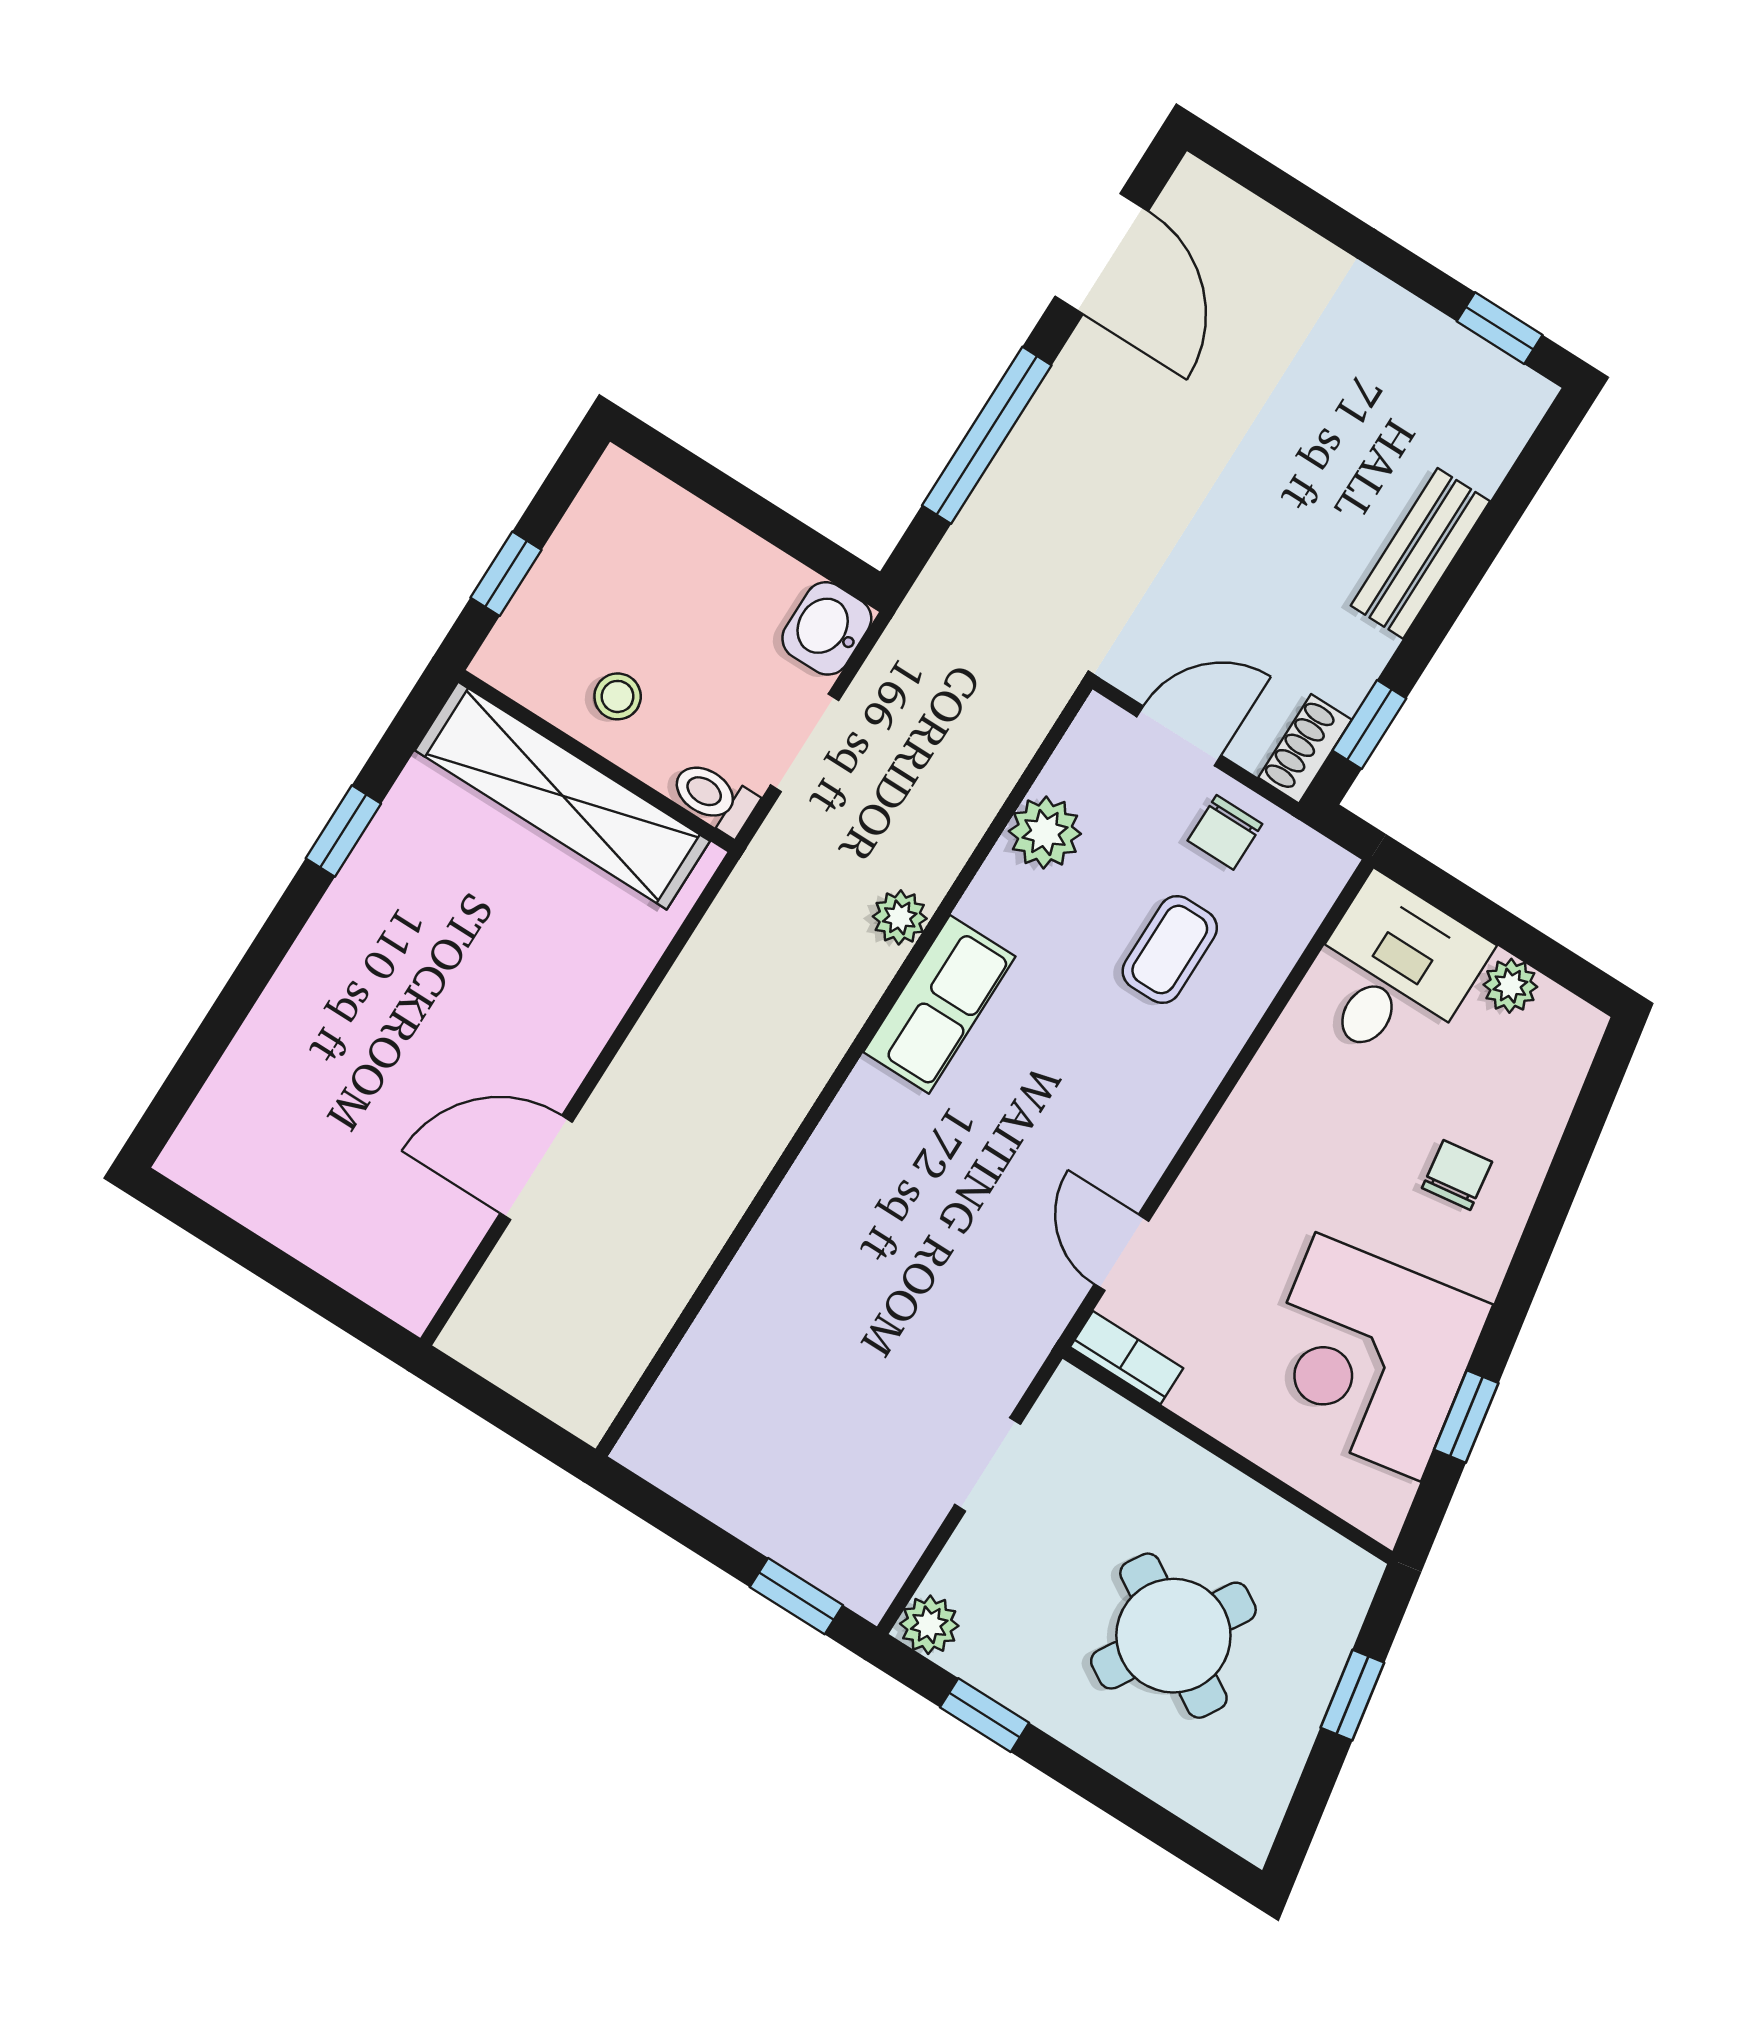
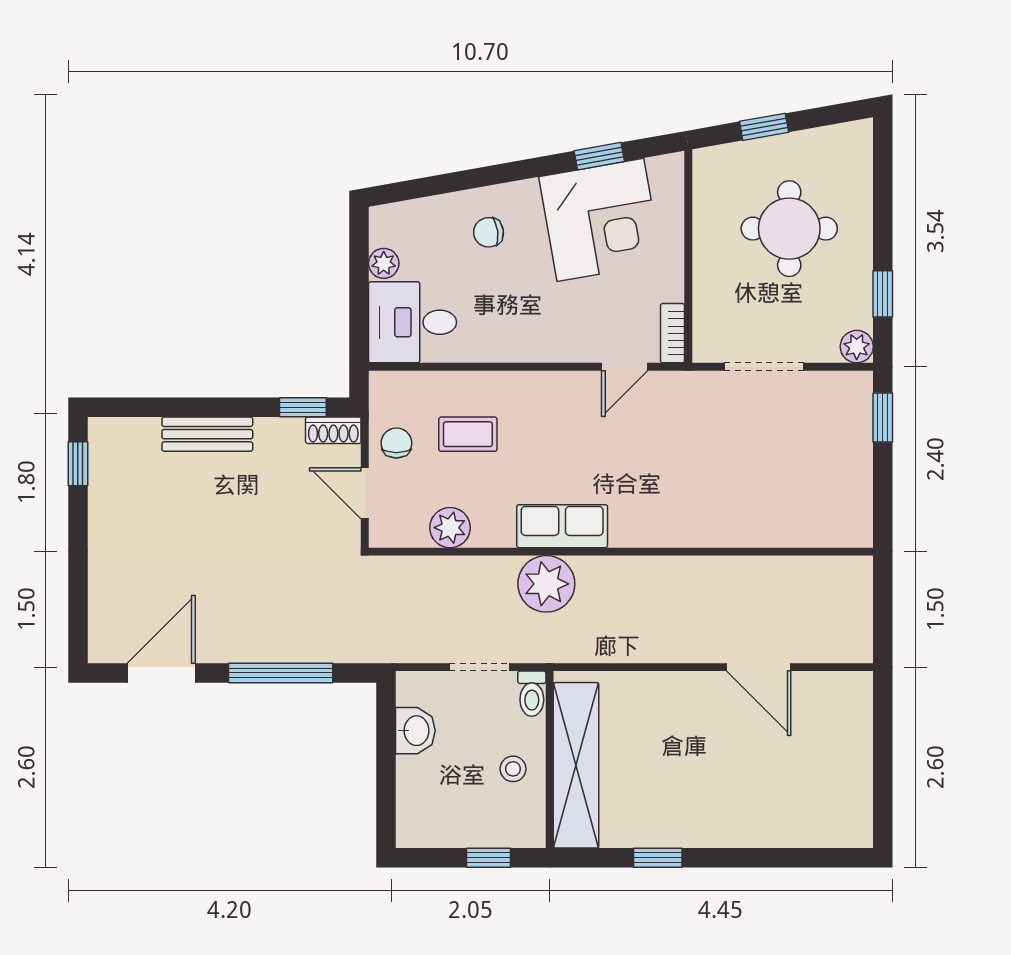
washbasin: (827, 628) -> (415, 731), moved, turned -90
chair: (1225, 832) -> (396, 443), turned -90
plant: (900, 917) -> (546, 584), width x1.88, depth x1.88
doorway: (988, 1464) -> (764, 367), width x1.38
round table: (1173, 1636) -> (789, 229), turned -31

